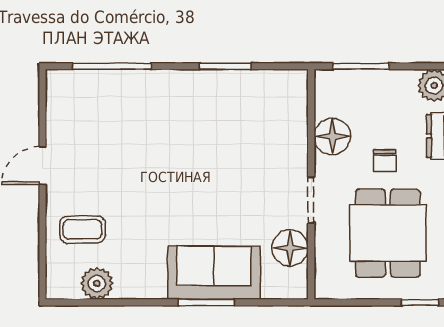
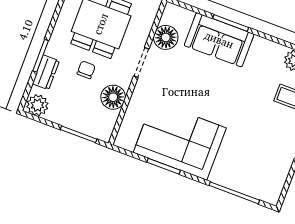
corner sofa: (216, 111) -> (180, 140), added

